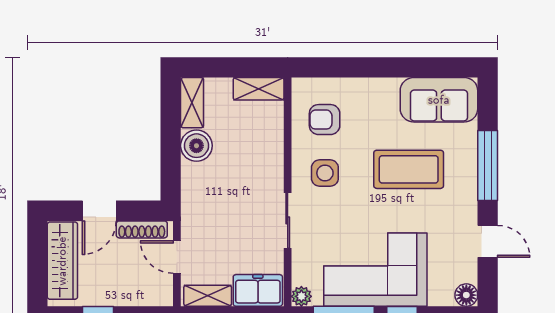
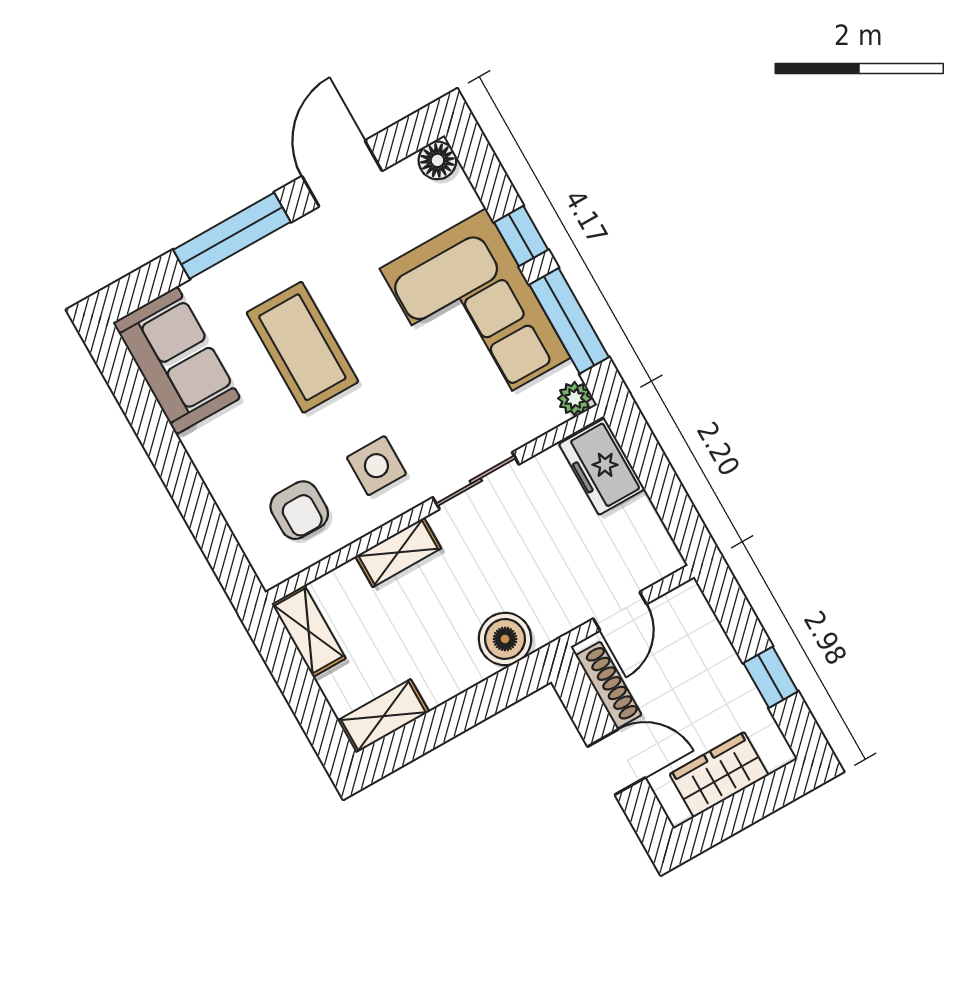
boiler: (196, 146) -> (505, 639), moved
door: (488, 241) -> (342, 174), width x1.38
wardrobe: (62, 261) -> (719, 775), width x0.67
shelving: (208, 296) -> (398, 552), moved, turned 90

